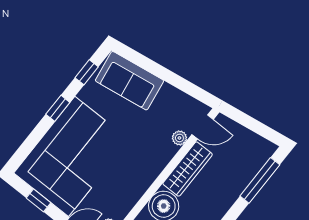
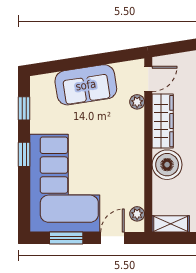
sofa: (129, 81) -> (86, 85), moved
window: (38, 200) -> (66, 238), width x1.50

